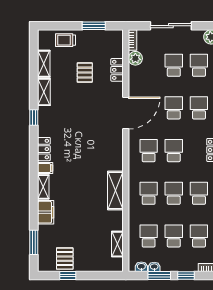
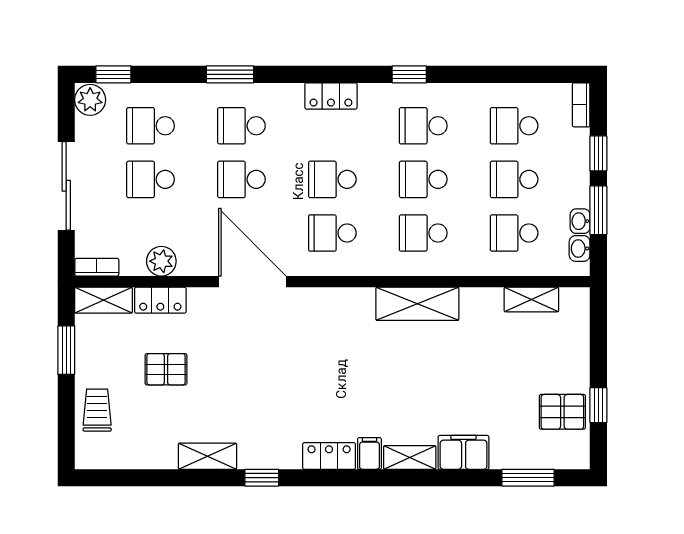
trolley: (65, 40) -> (97, 410), turned 180
plant: (135, 58) -> (161, 261), moved
shelving: (44, 64) -> (104, 300), moved

